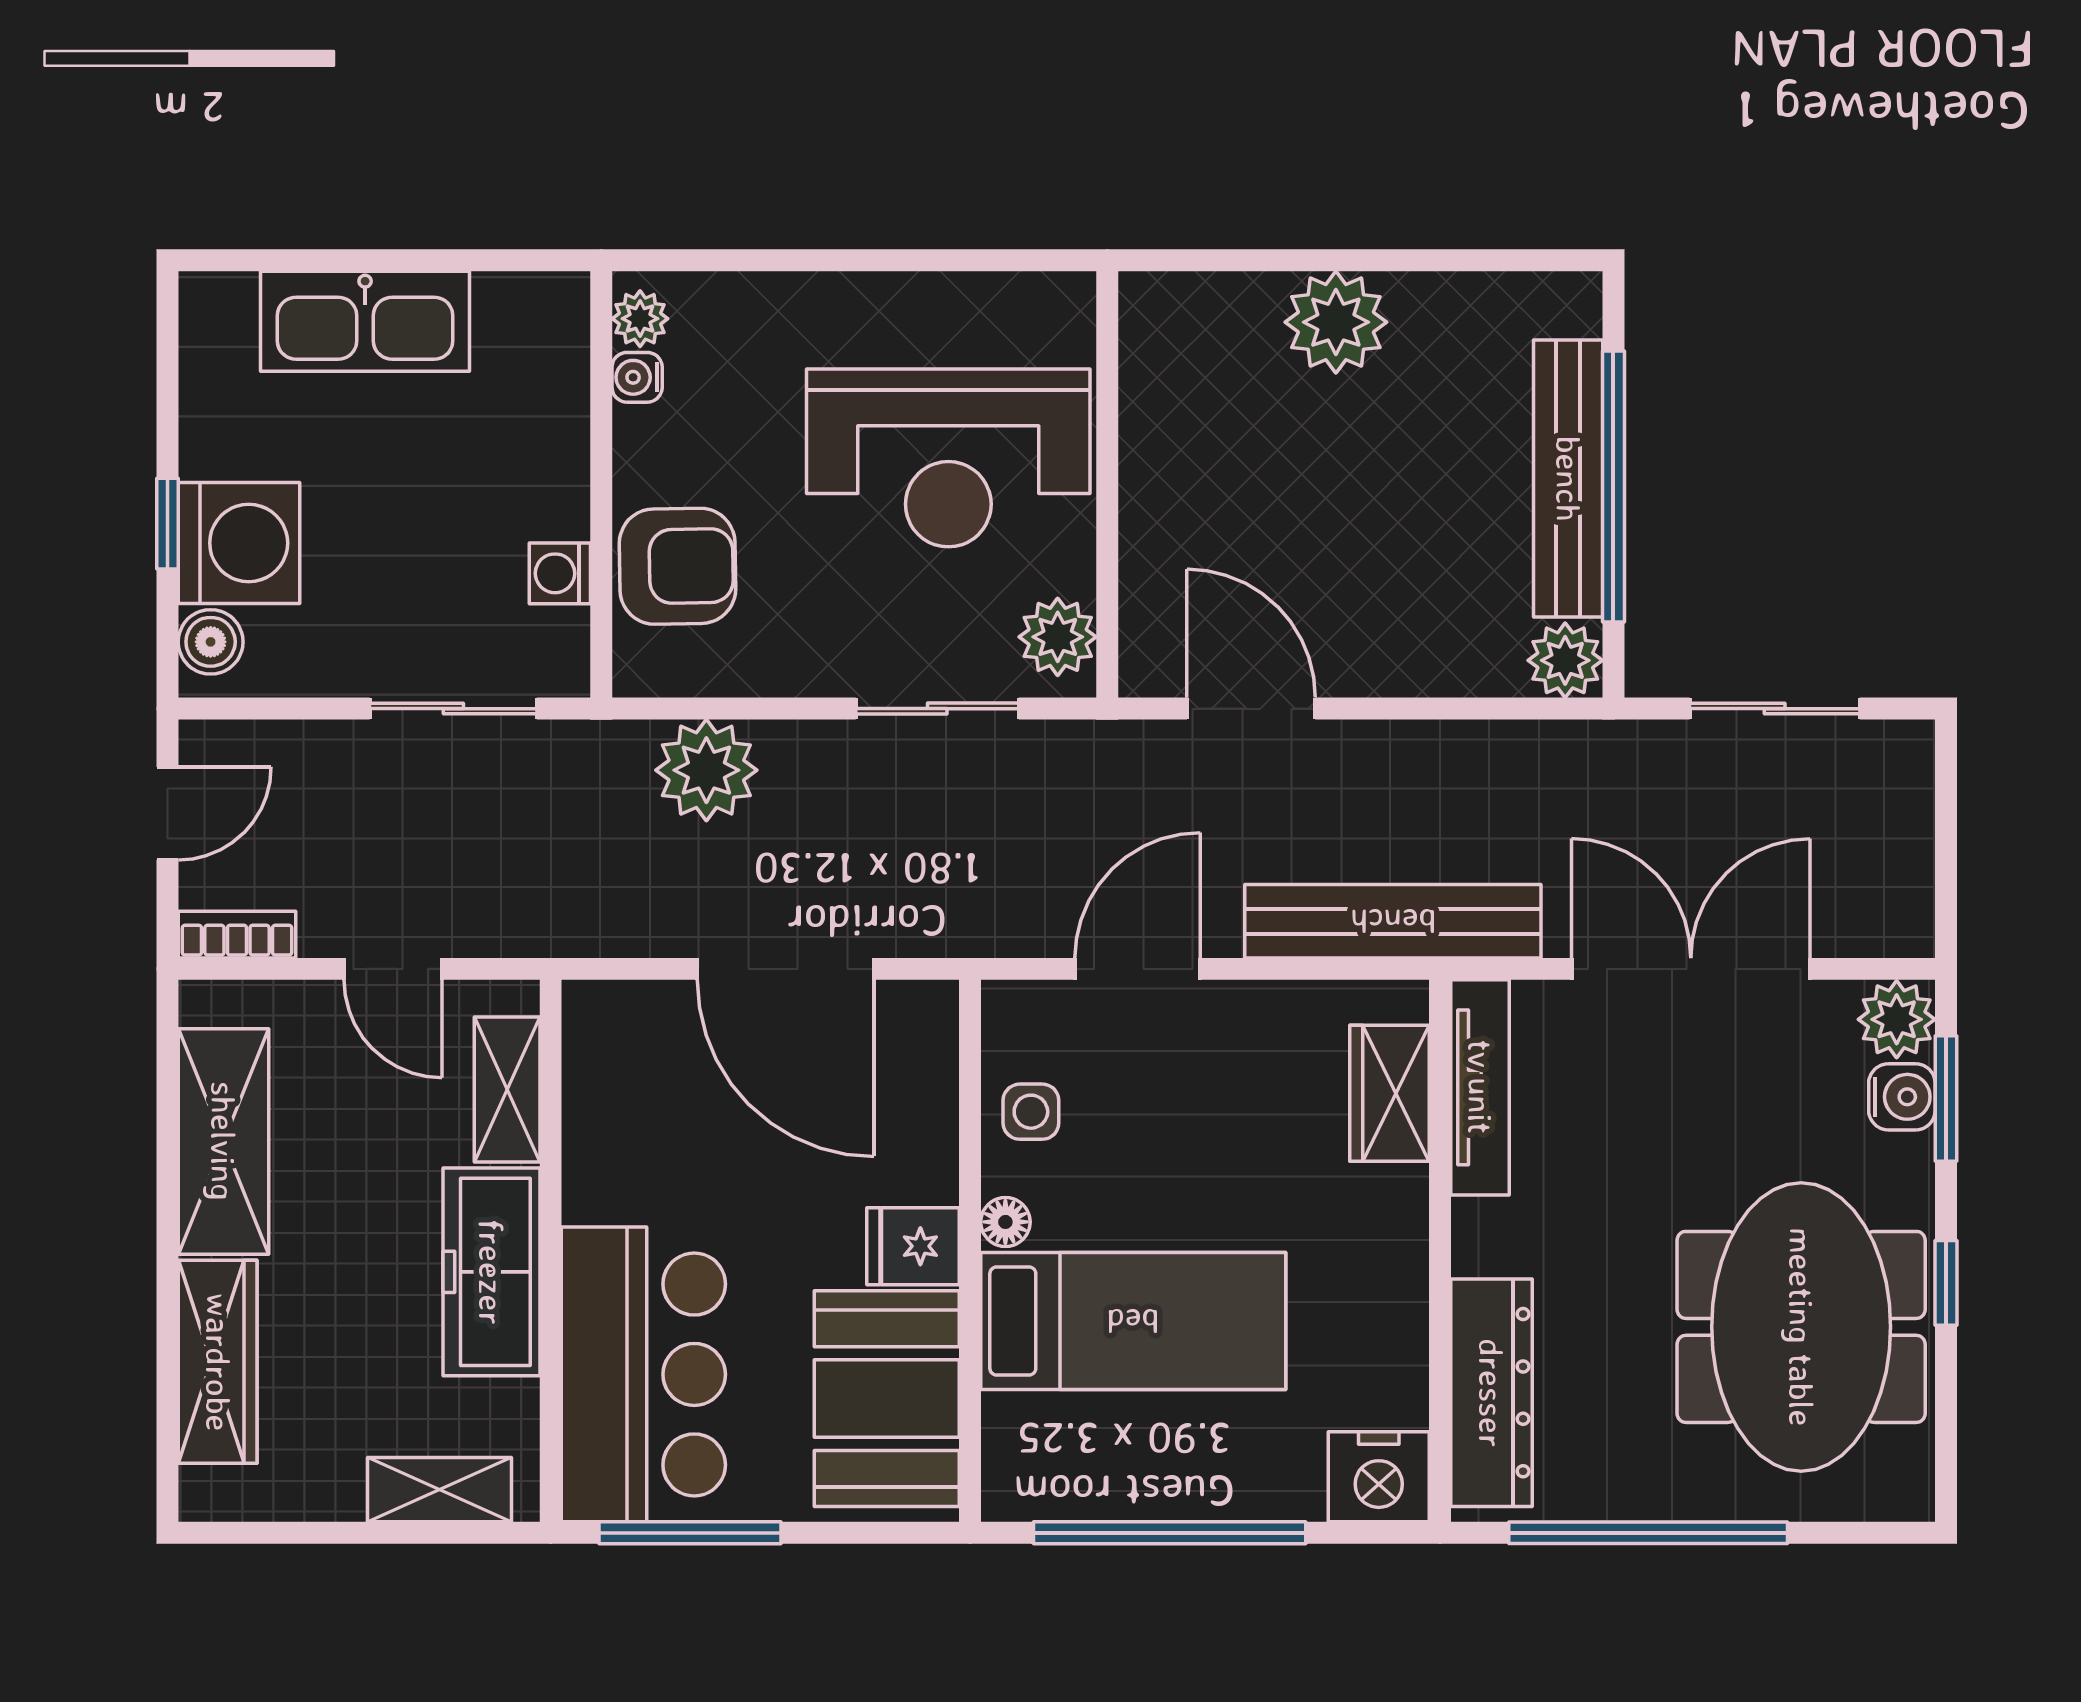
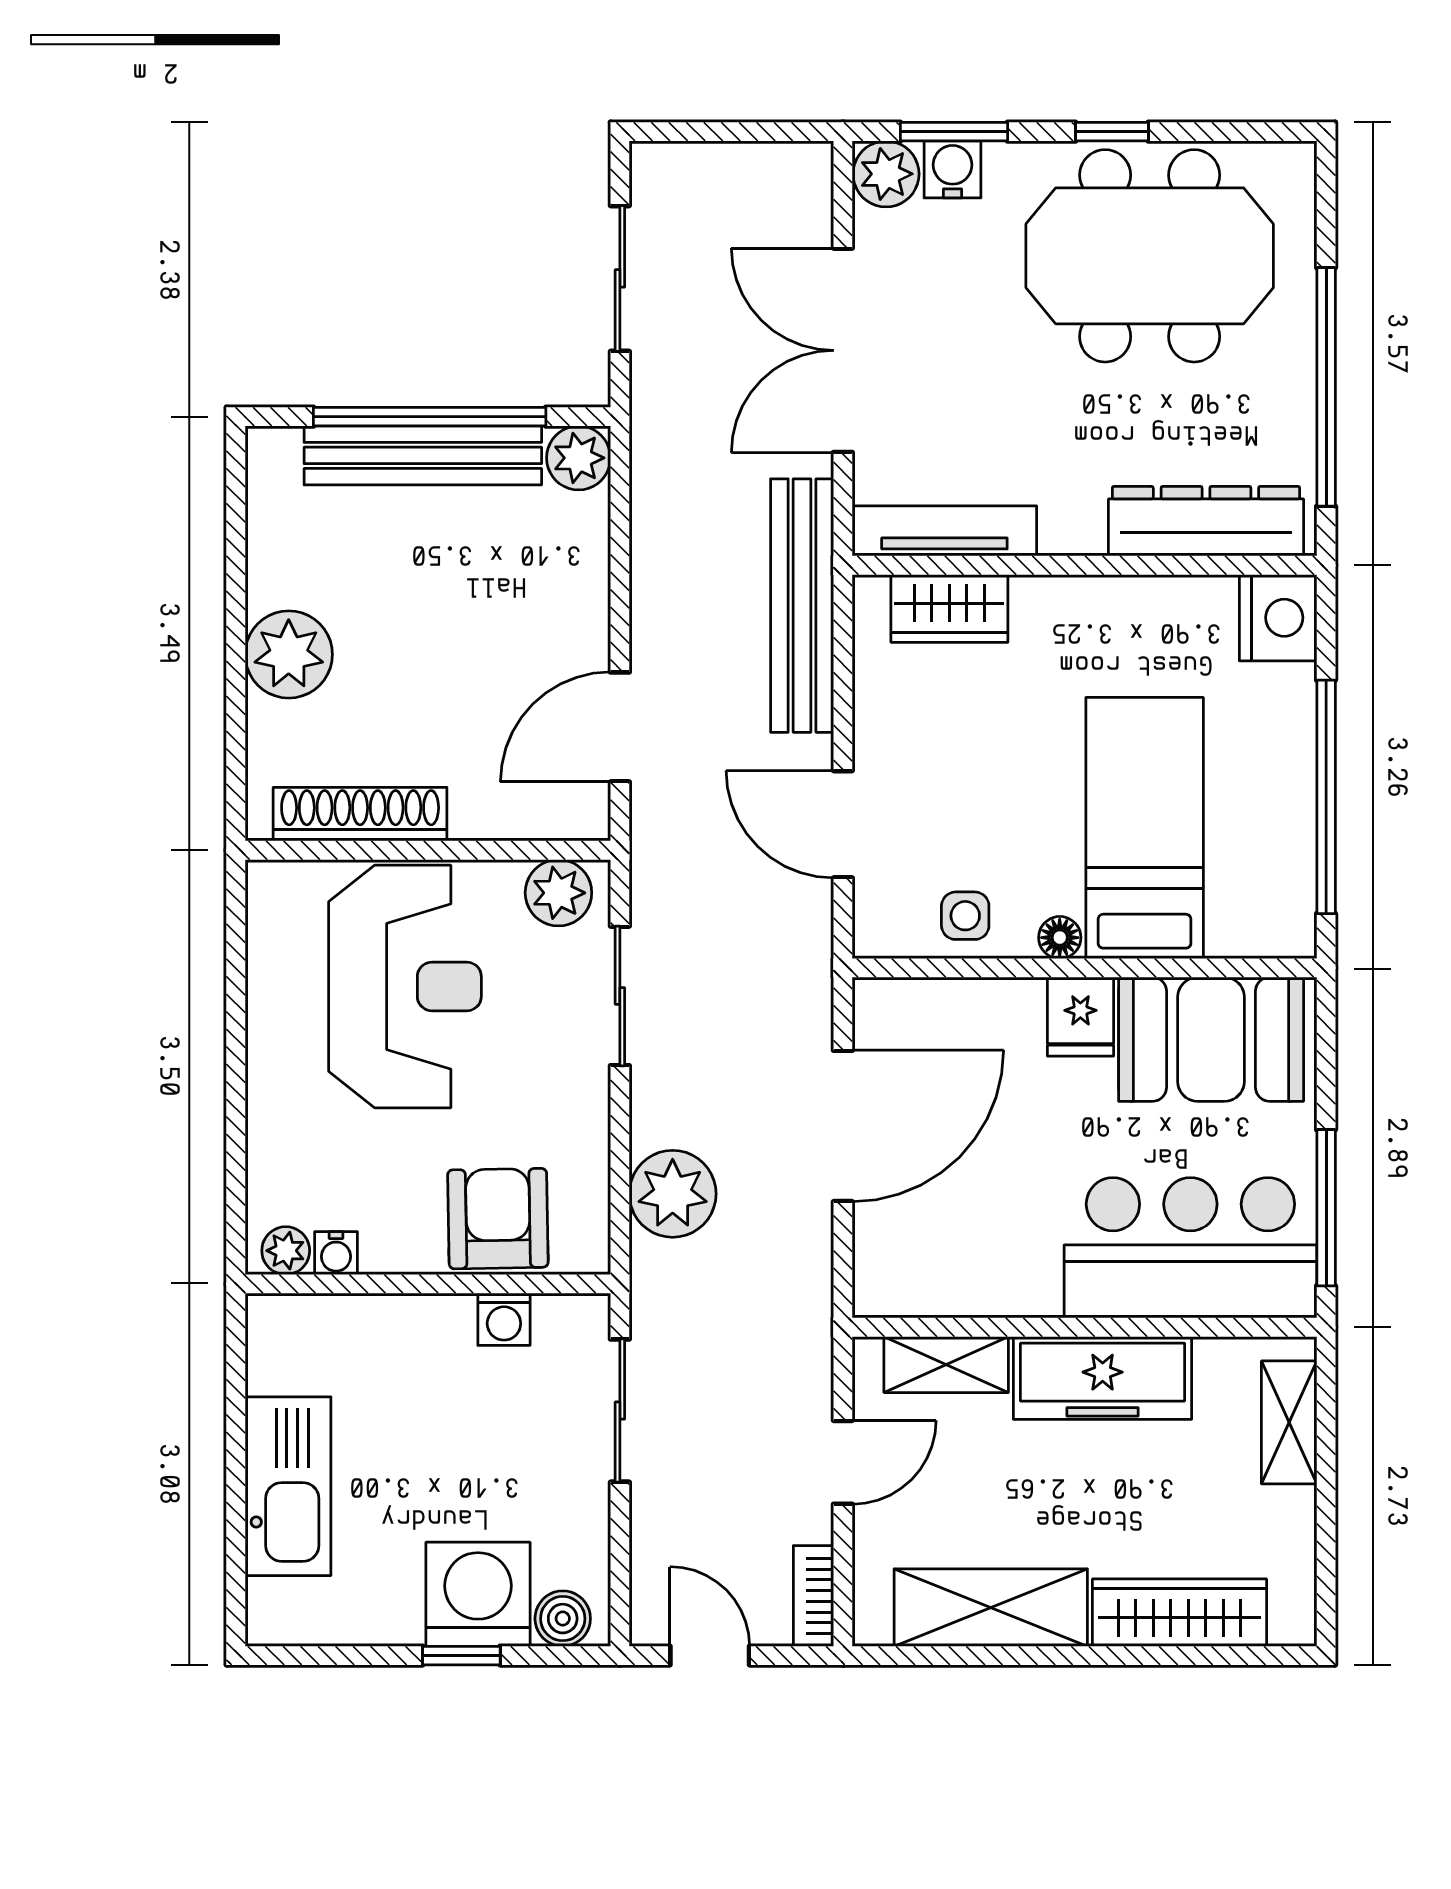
shoe rack: (1149, 405) -> (360, 814), added

